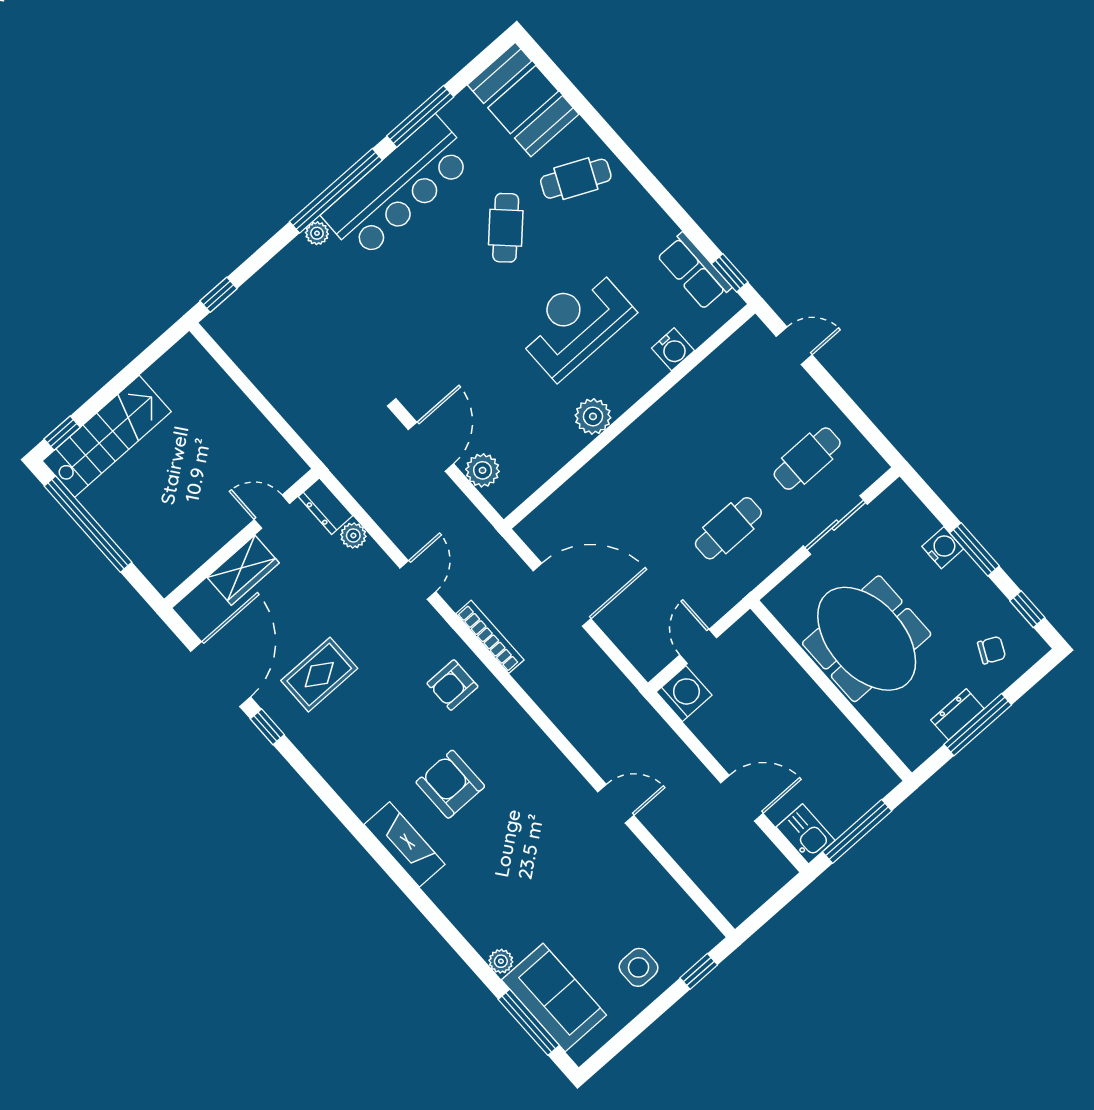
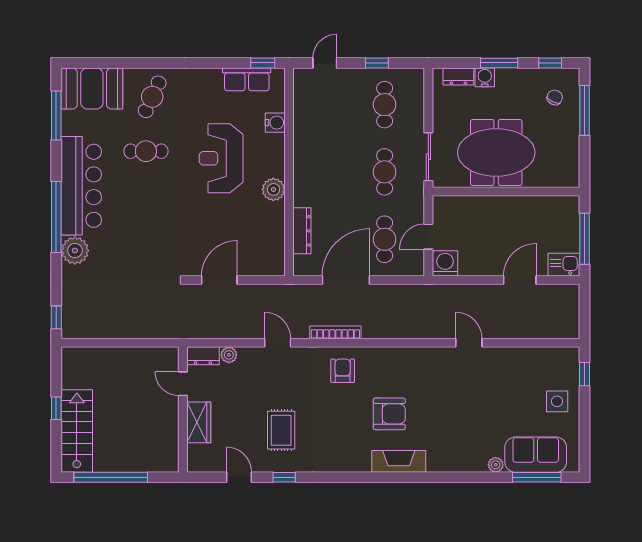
window: (420, 116) -> (56, 116), moved
cafe table: (506, 228) -> (146, 151), turned -44
plant: (317, 233) -> (75, 251), width x1.88, depth x1.88
window: (848, 406) -> (377, 63), added
window: (62, 433) -> (56, 408), moved
door: (431, 447) -> (219, 280), hinge flipped
plant: (483, 470) -> (252, 265), removed
dresser: (574, 493) -> (302, 231), added
door: (272, 512) -> (183, 384), hinge flipped
sliding door: (835, 525) -> (428, 157), moved
cafe table: (650, 598) -> (385, 239), added
door: (698, 646) -> (428, 237), hinge flipped
door: (221, 674) -> (239, 477), width x0.53
armchair: (452, 685) -> (343, 371), turned 180
dresser: (957, 714) -> (458, 76), moved, turned -90
window: (978, 725) -> (585, 110), moved
armchair: (450, 784) -> (389, 414), turned 180
door: (616, 804) -> (469, 343), hinge flipped

